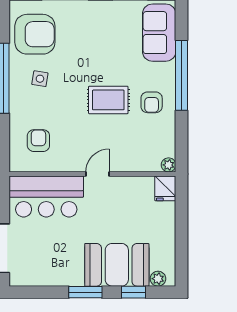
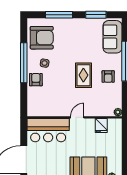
rug: (108, 100) -> (83, 75), turned 90
armchair: (38, 141) -> (36, 80), moved
fridge: (165, 188) -> (101, 126), moved

